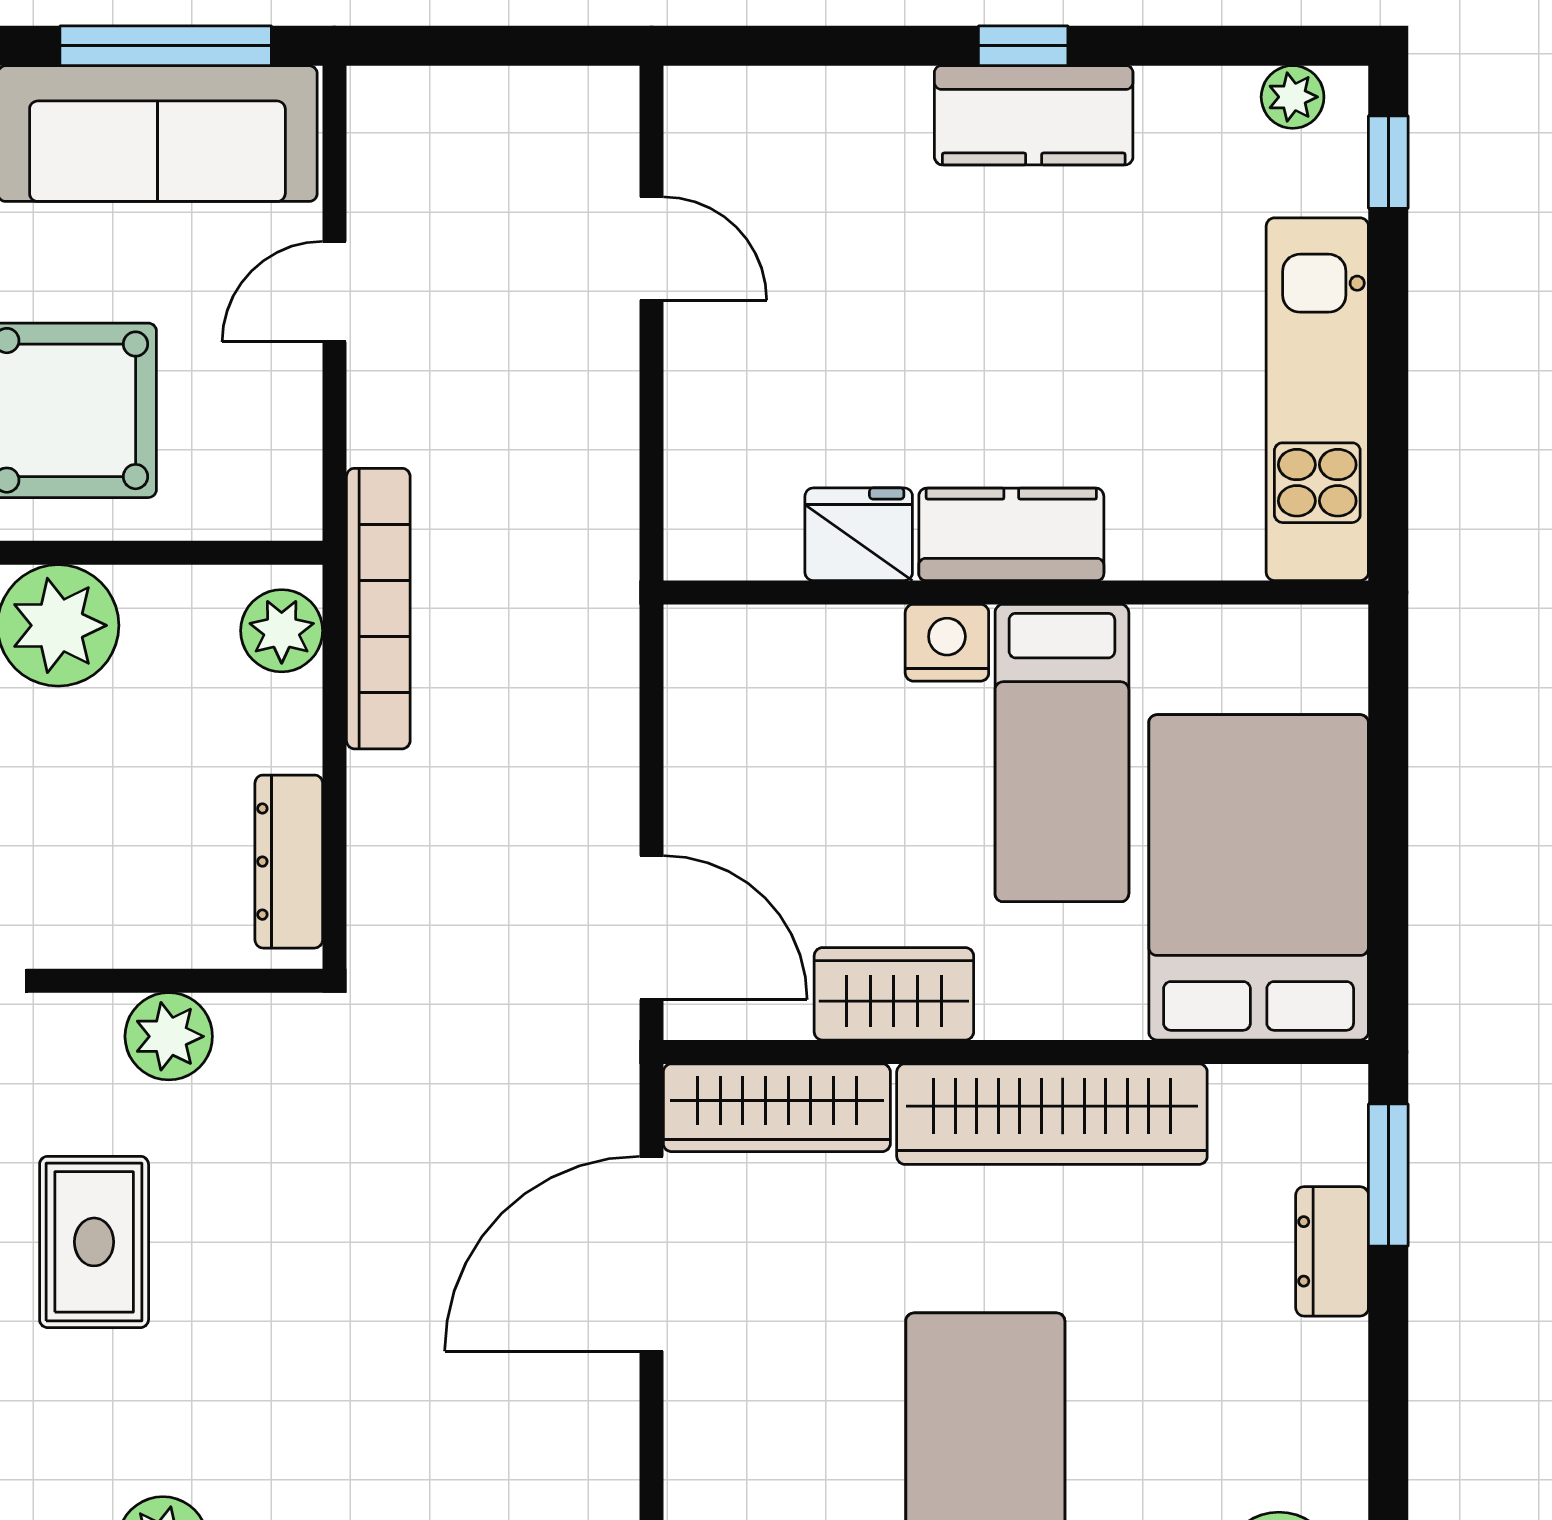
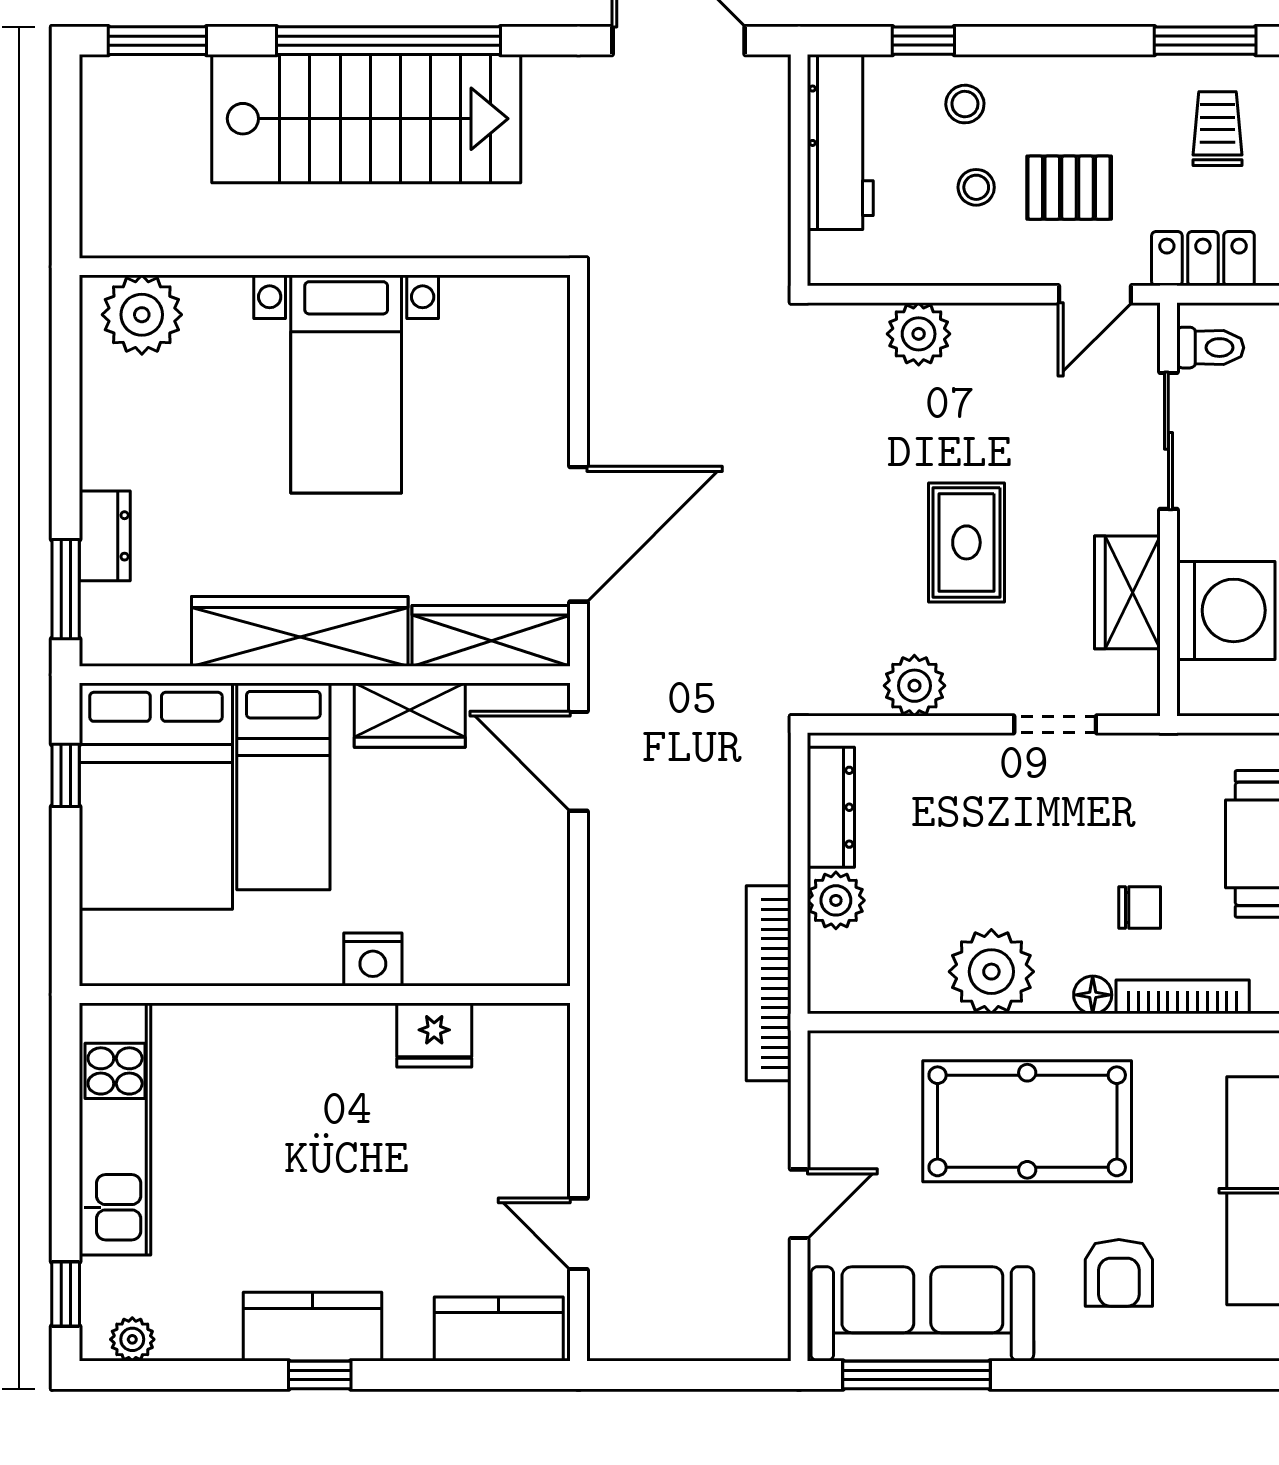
kitchen counter: (1011, 534) -> (499, 1329), moved, turned 180
plant: (282, 631) -> (836, 900), moved
bed: (1062, 753) -> (283, 786), moved, turned 180
window: (1388, 907) -> (66, 775), added

